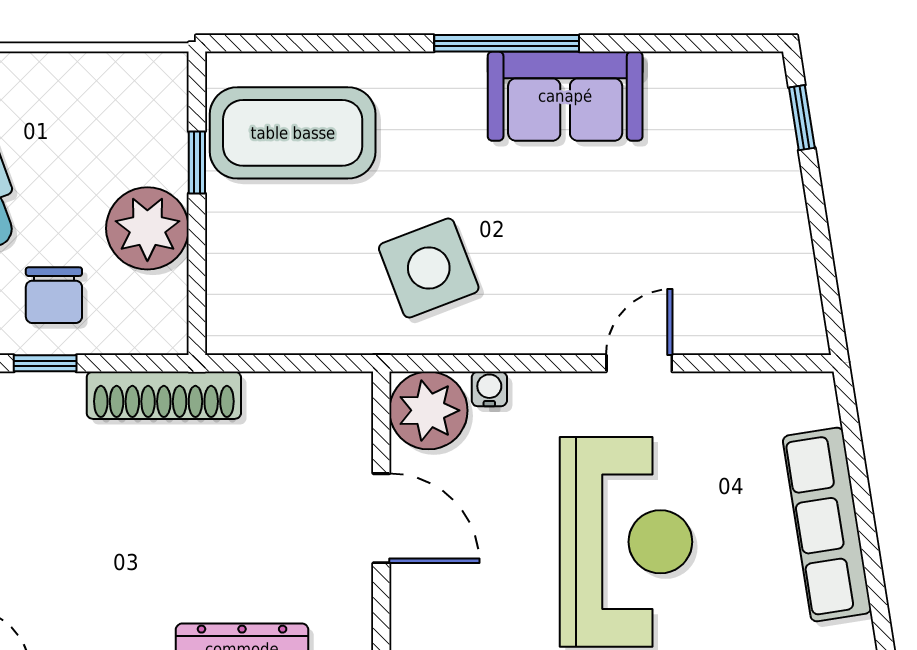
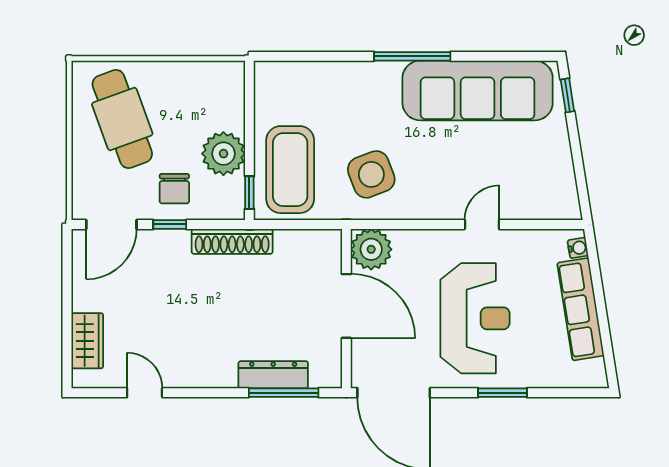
sofa: (565, 96) -> (478, 90), width x1.85, depth x1.27
coffee table: (293, 133) -> (290, 170), moved, turned 90
window: (197, 162) -> (249, 193), moved
water cooler: (489, 389) -> (578, 248), moved, turned 81
door: (381, 518) -> (346, 306), width x1.36

